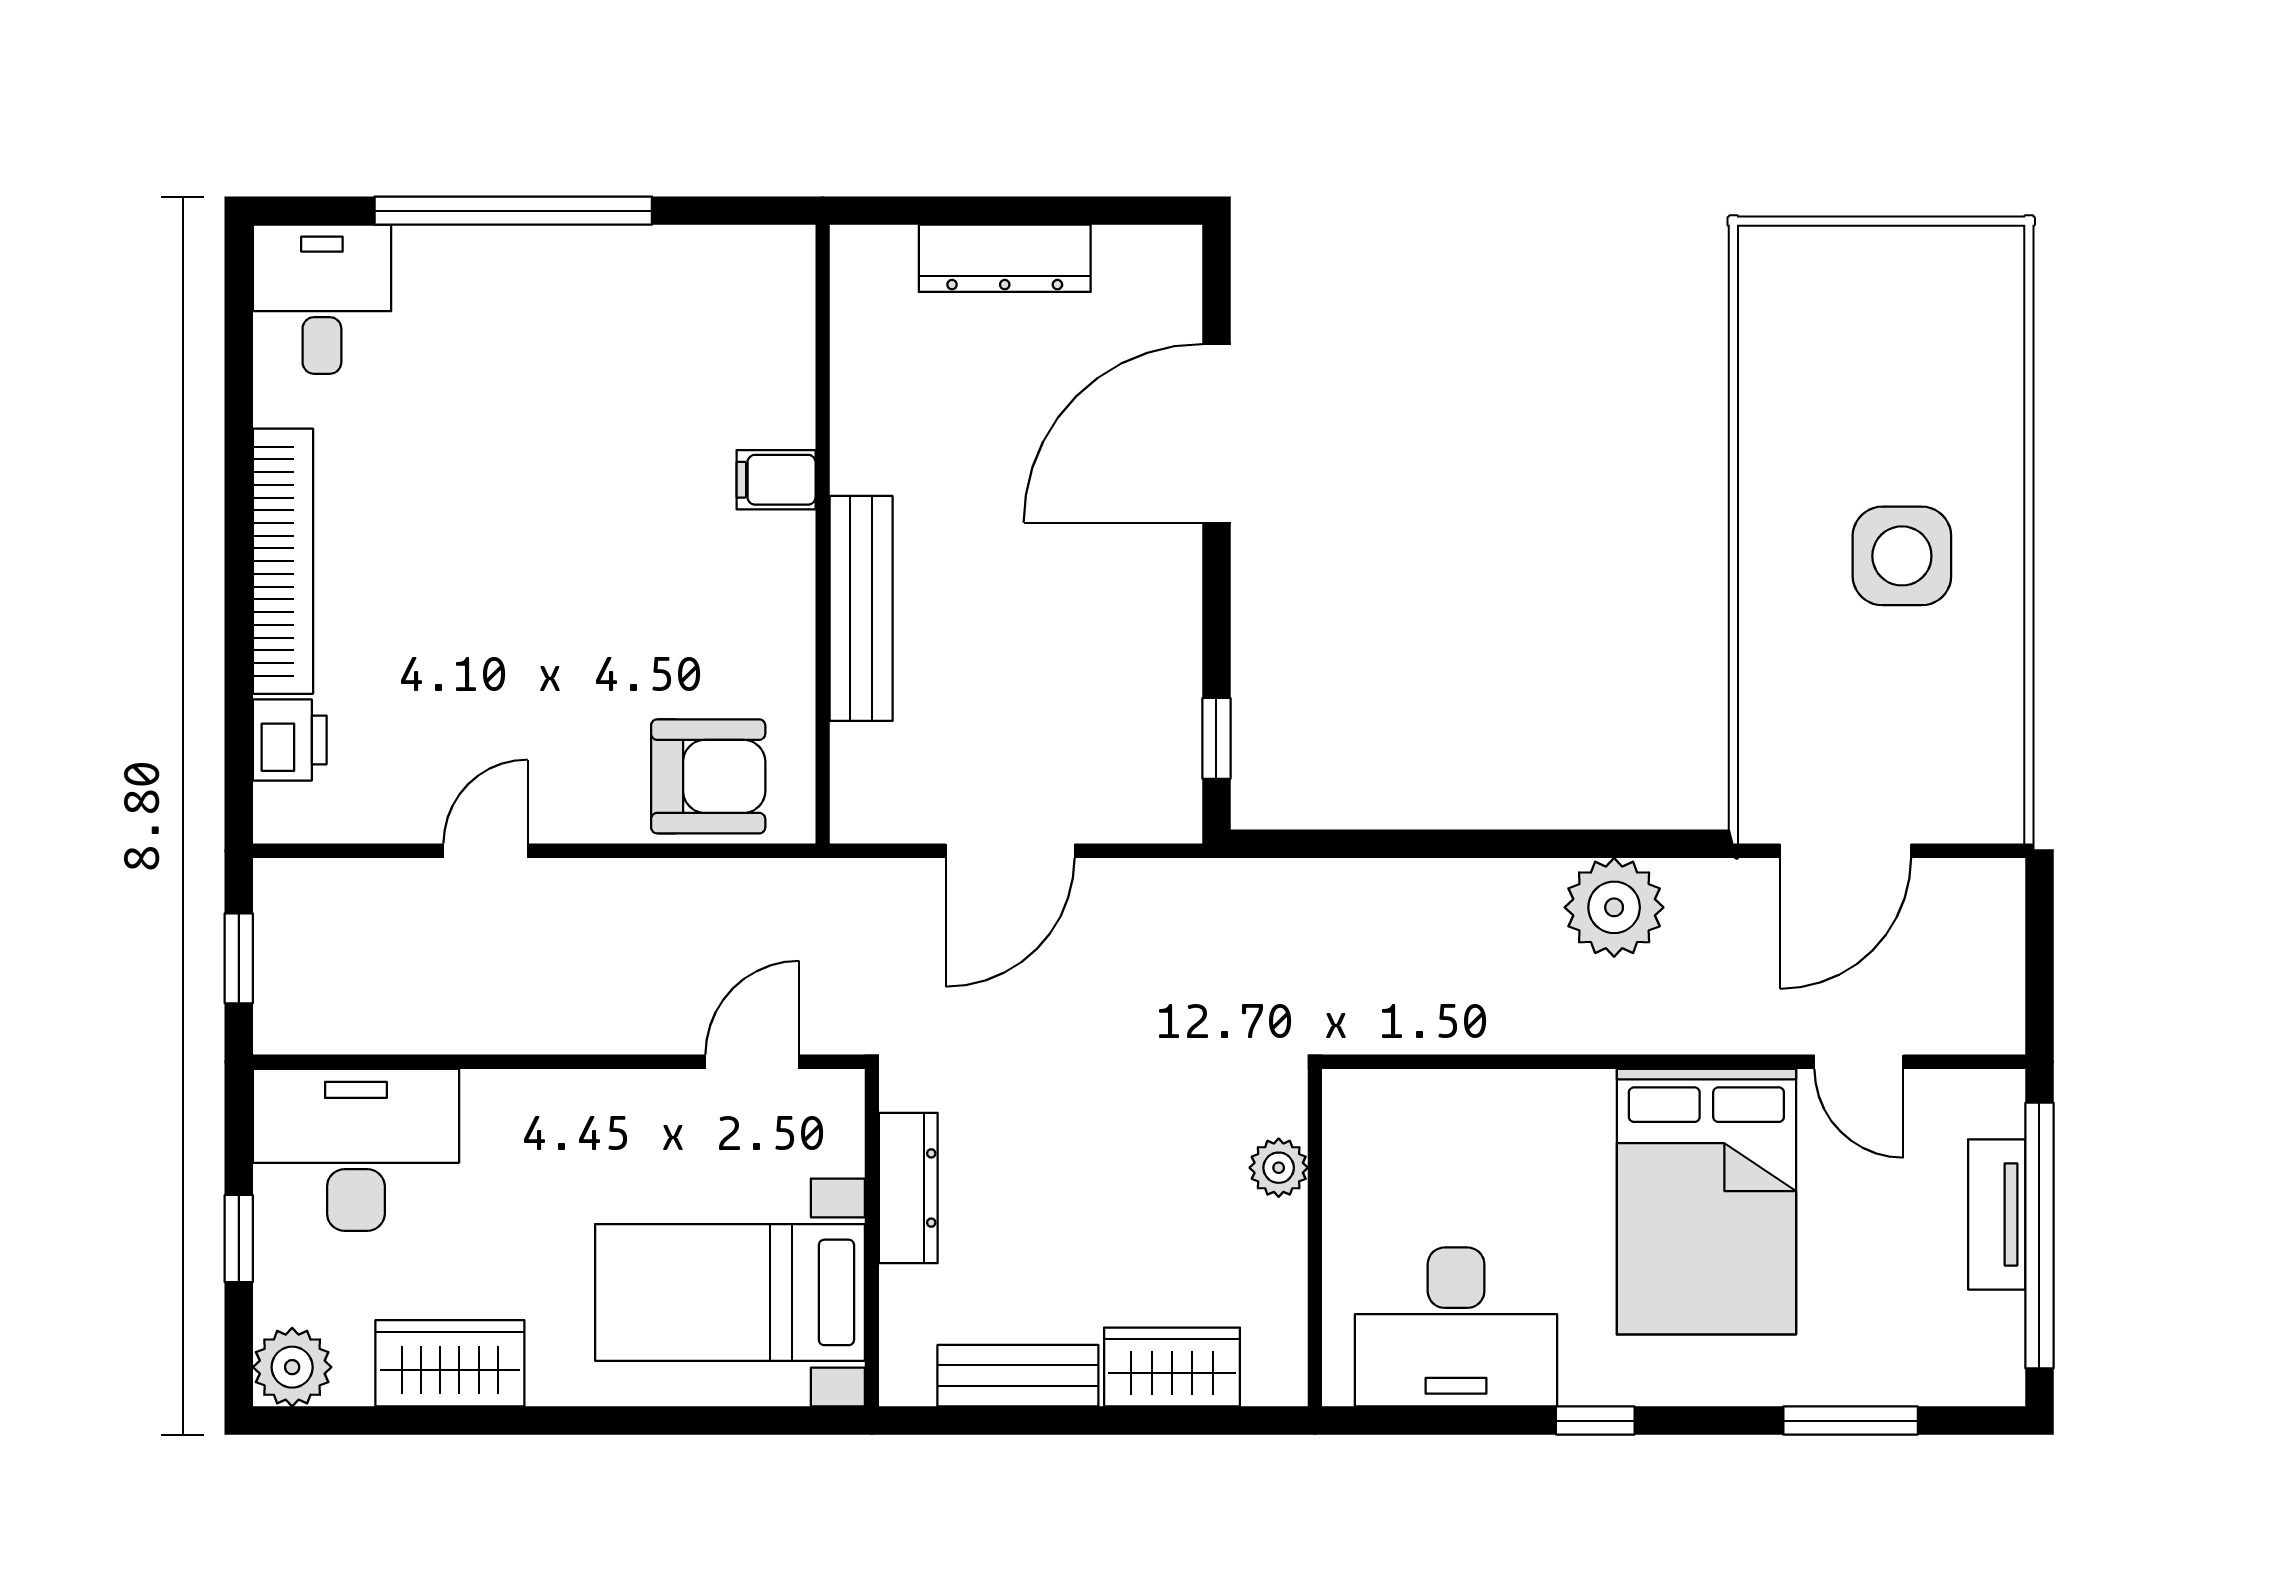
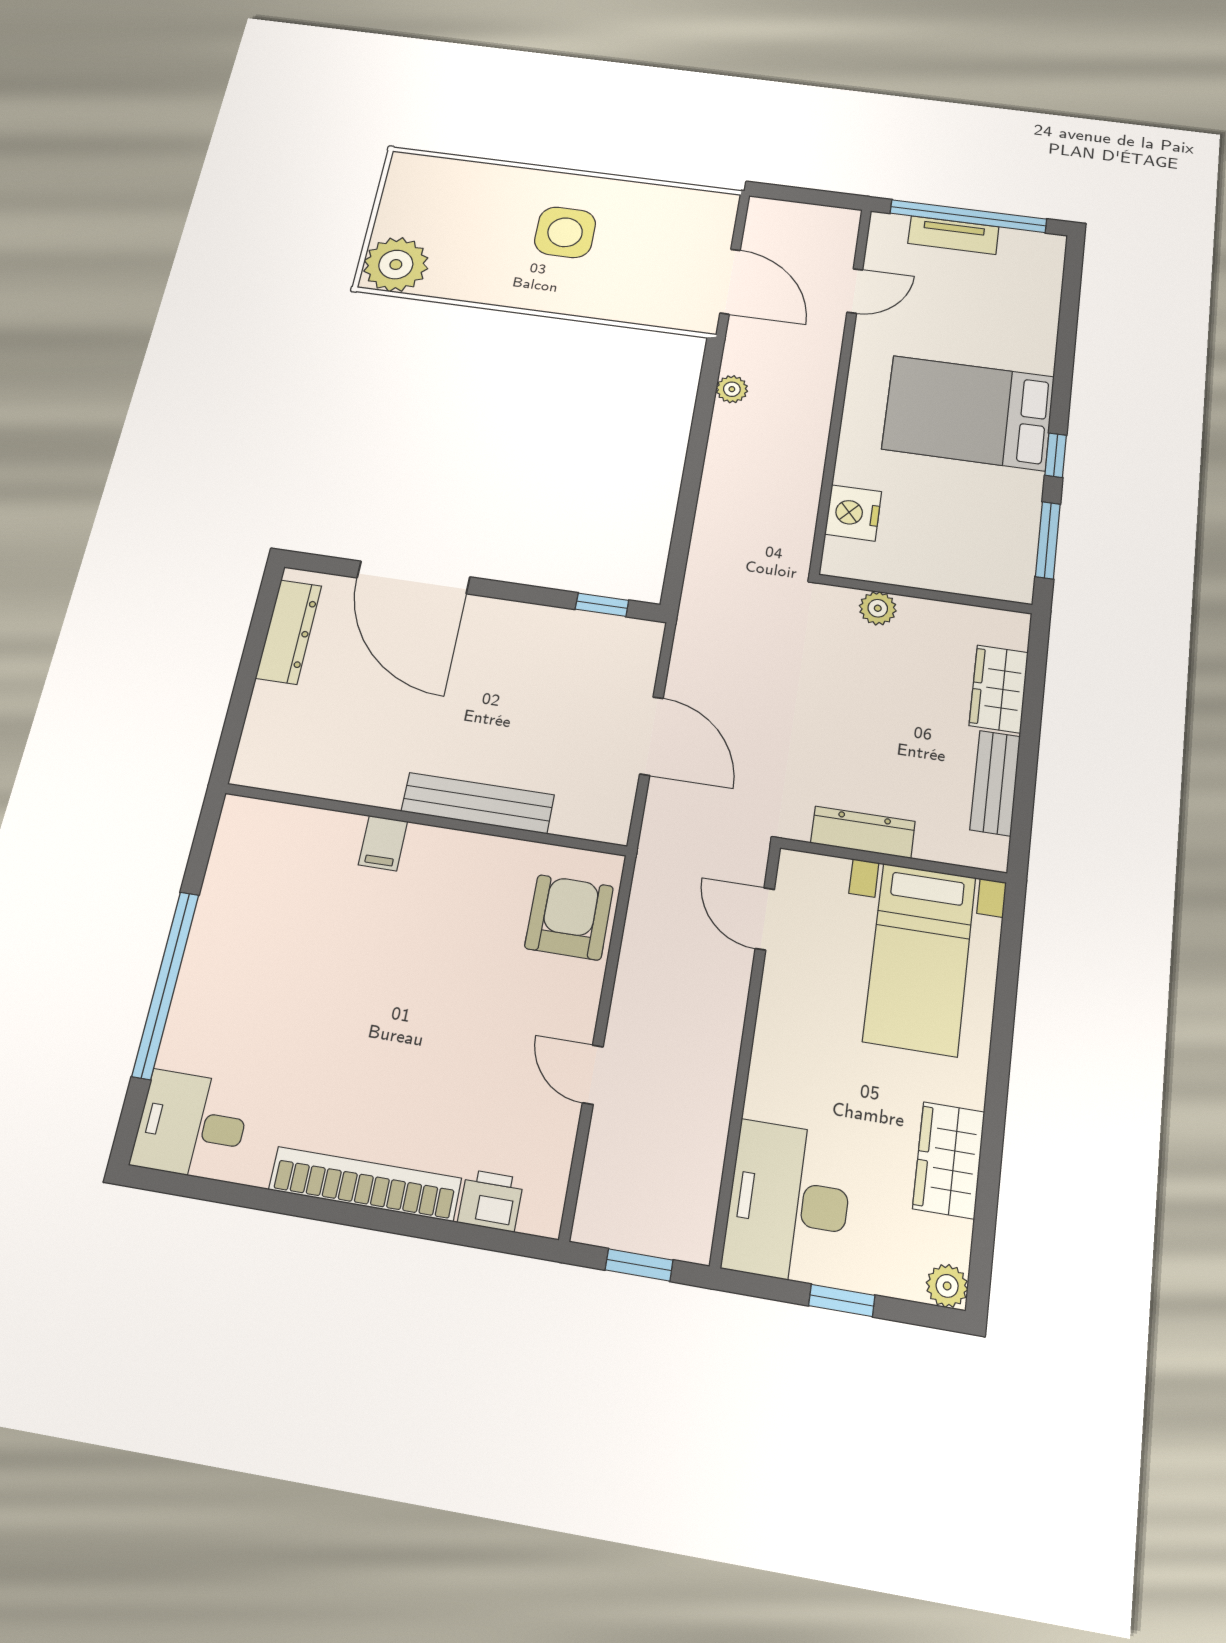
dresser: (1005, 258) -> (289, 632), moved
plant: (1793, 281) -> (396, 265), added
plant: (1614, 907) -> (732, 389), width x0.53, depth x0.53
nightstand: (1440, 1109) -> (853, 513), added
bed: (1706, 1202) -> (968, 413), moved, turned 180
desk: (1456, 1327) -> (990, 523), removed
plant: (292, 1367) -> (947, 1286), width x0.73, depth x0.73
window: (1851, 1421) -> (1048, 540), moved

